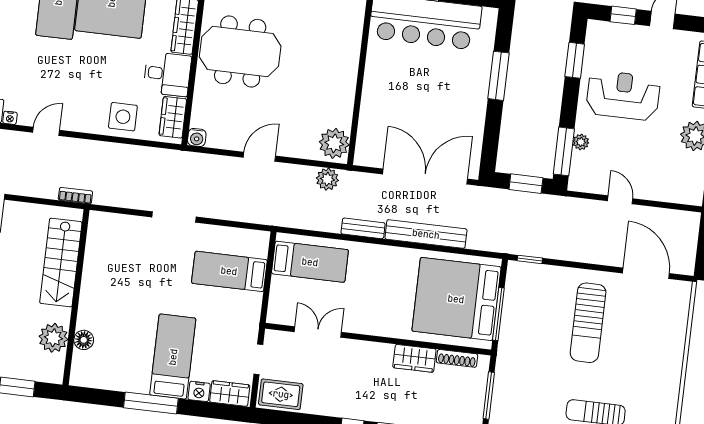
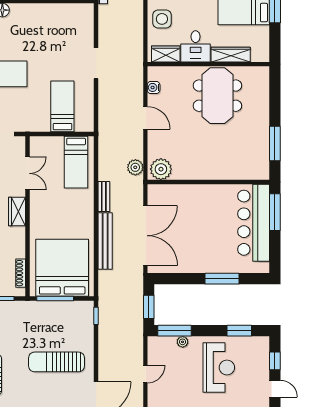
water cooler: (197, 138) -> (154, 87), moved
wardrobe: (414, 358) -> (17, 212), moved

